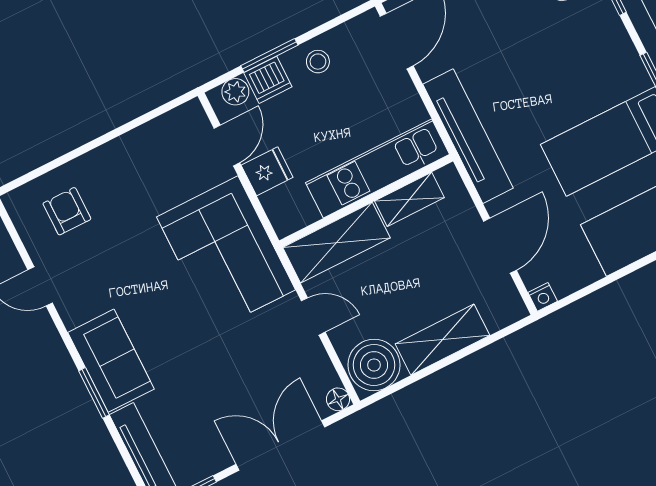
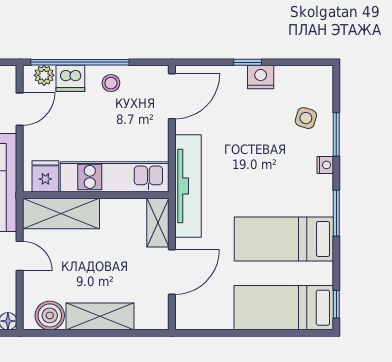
window: (269, 55) -> (80, 62), width x2.11
fridge: (267, 171) -> (45, 176), moved, turned -90
shelving: (409, 199) -> (158, 223), moved, turned 90
nightstand: (543, 297) -> (325, 165), moved, turned -90
boiler: (374, 365) -> (50, 315), width x0.73, depth x0.73

